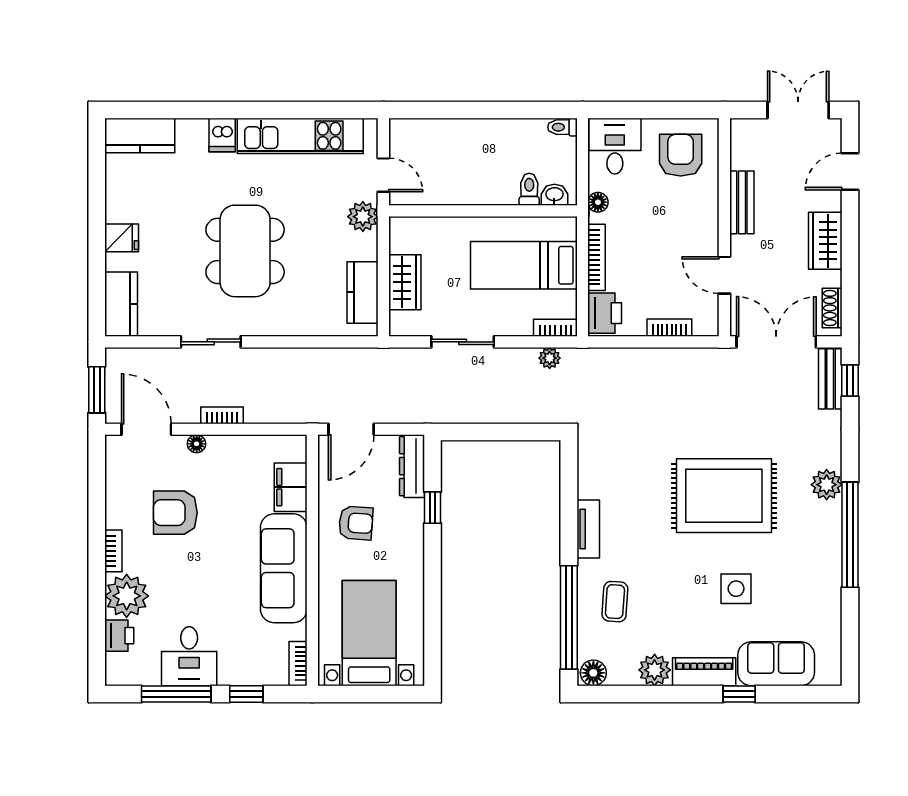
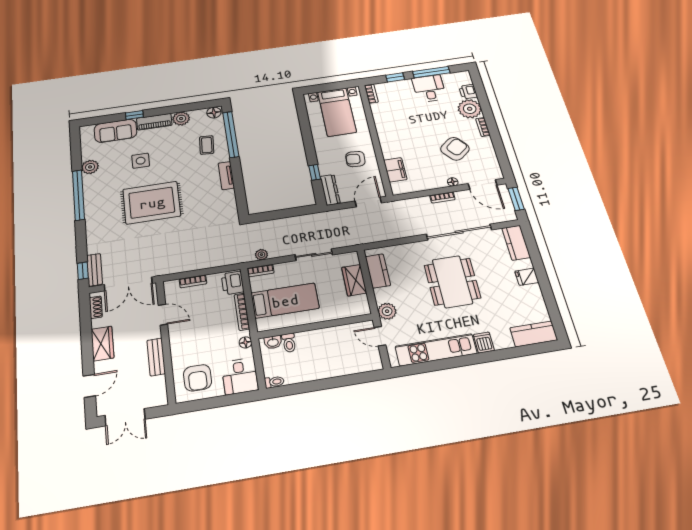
sliding door: (211, 342) -> (459, 232), width x1.86
plant: (827, 485) -> (90, 167), moved
armchair: (175, 513) -> (455, 149), turned -39
sofa: (284, 568) -> (389, 133), removed

